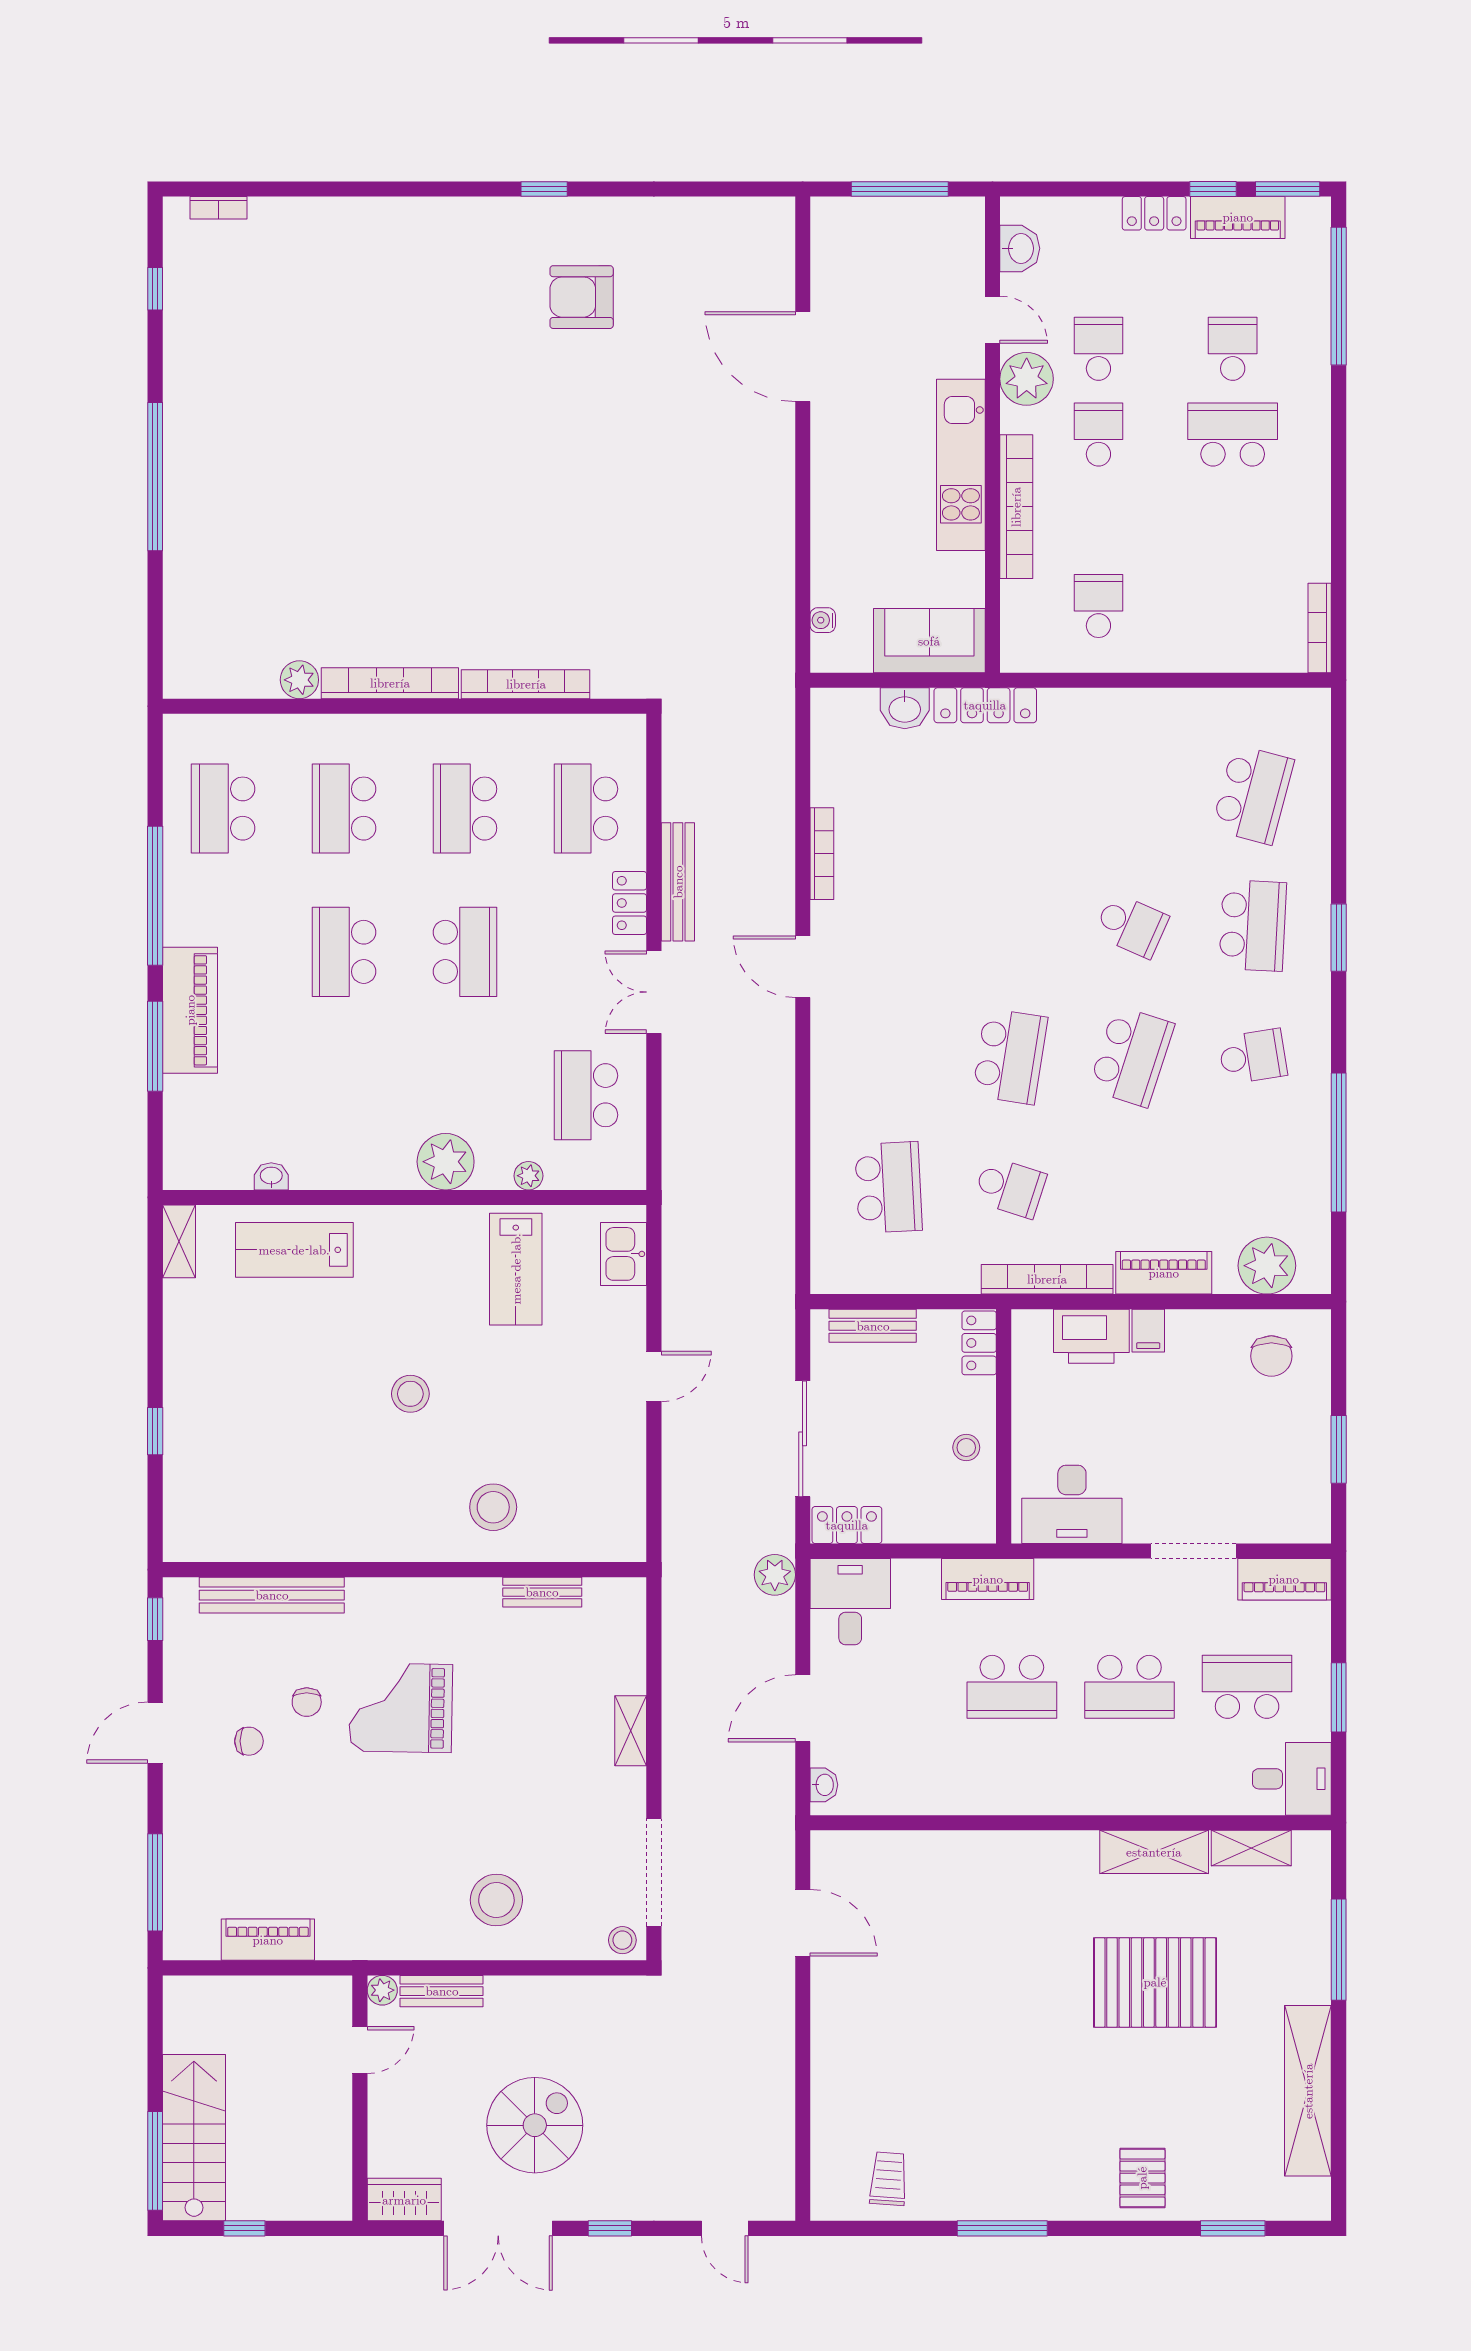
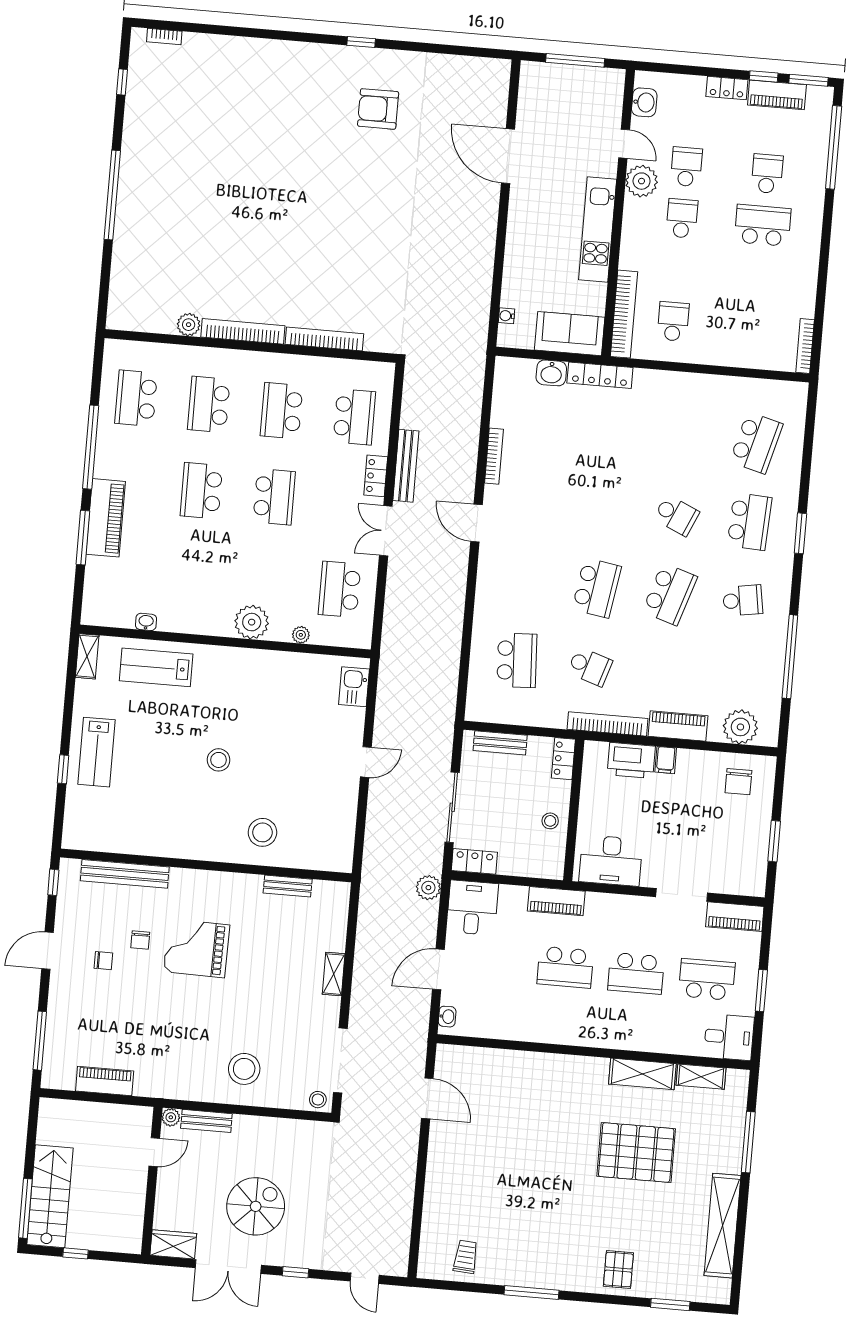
bookcase: (1016, 507) -> (624, 314), moved
school desk: (586, 809) -> (354, 417), turned 180
lab bench: (516, 1269) -> (97, 752), moved

